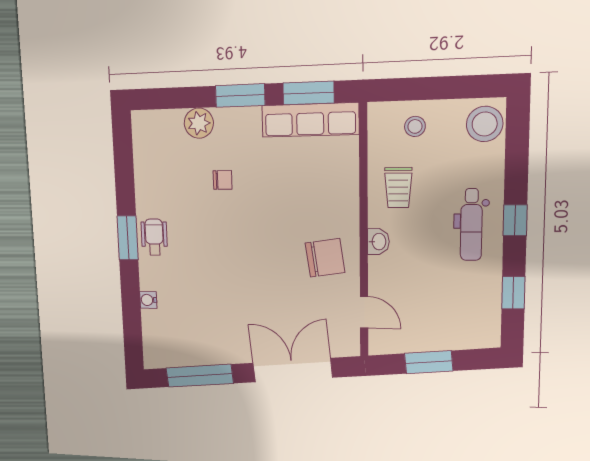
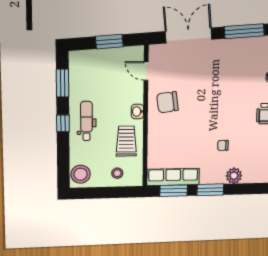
trolley: (398, 188) -> (126, 141), width x1.36, depth x1.39
window: (513, 293) -> (62, 83), width x1.50
double door: (292, 370) -> (189, 35), swing flipped

